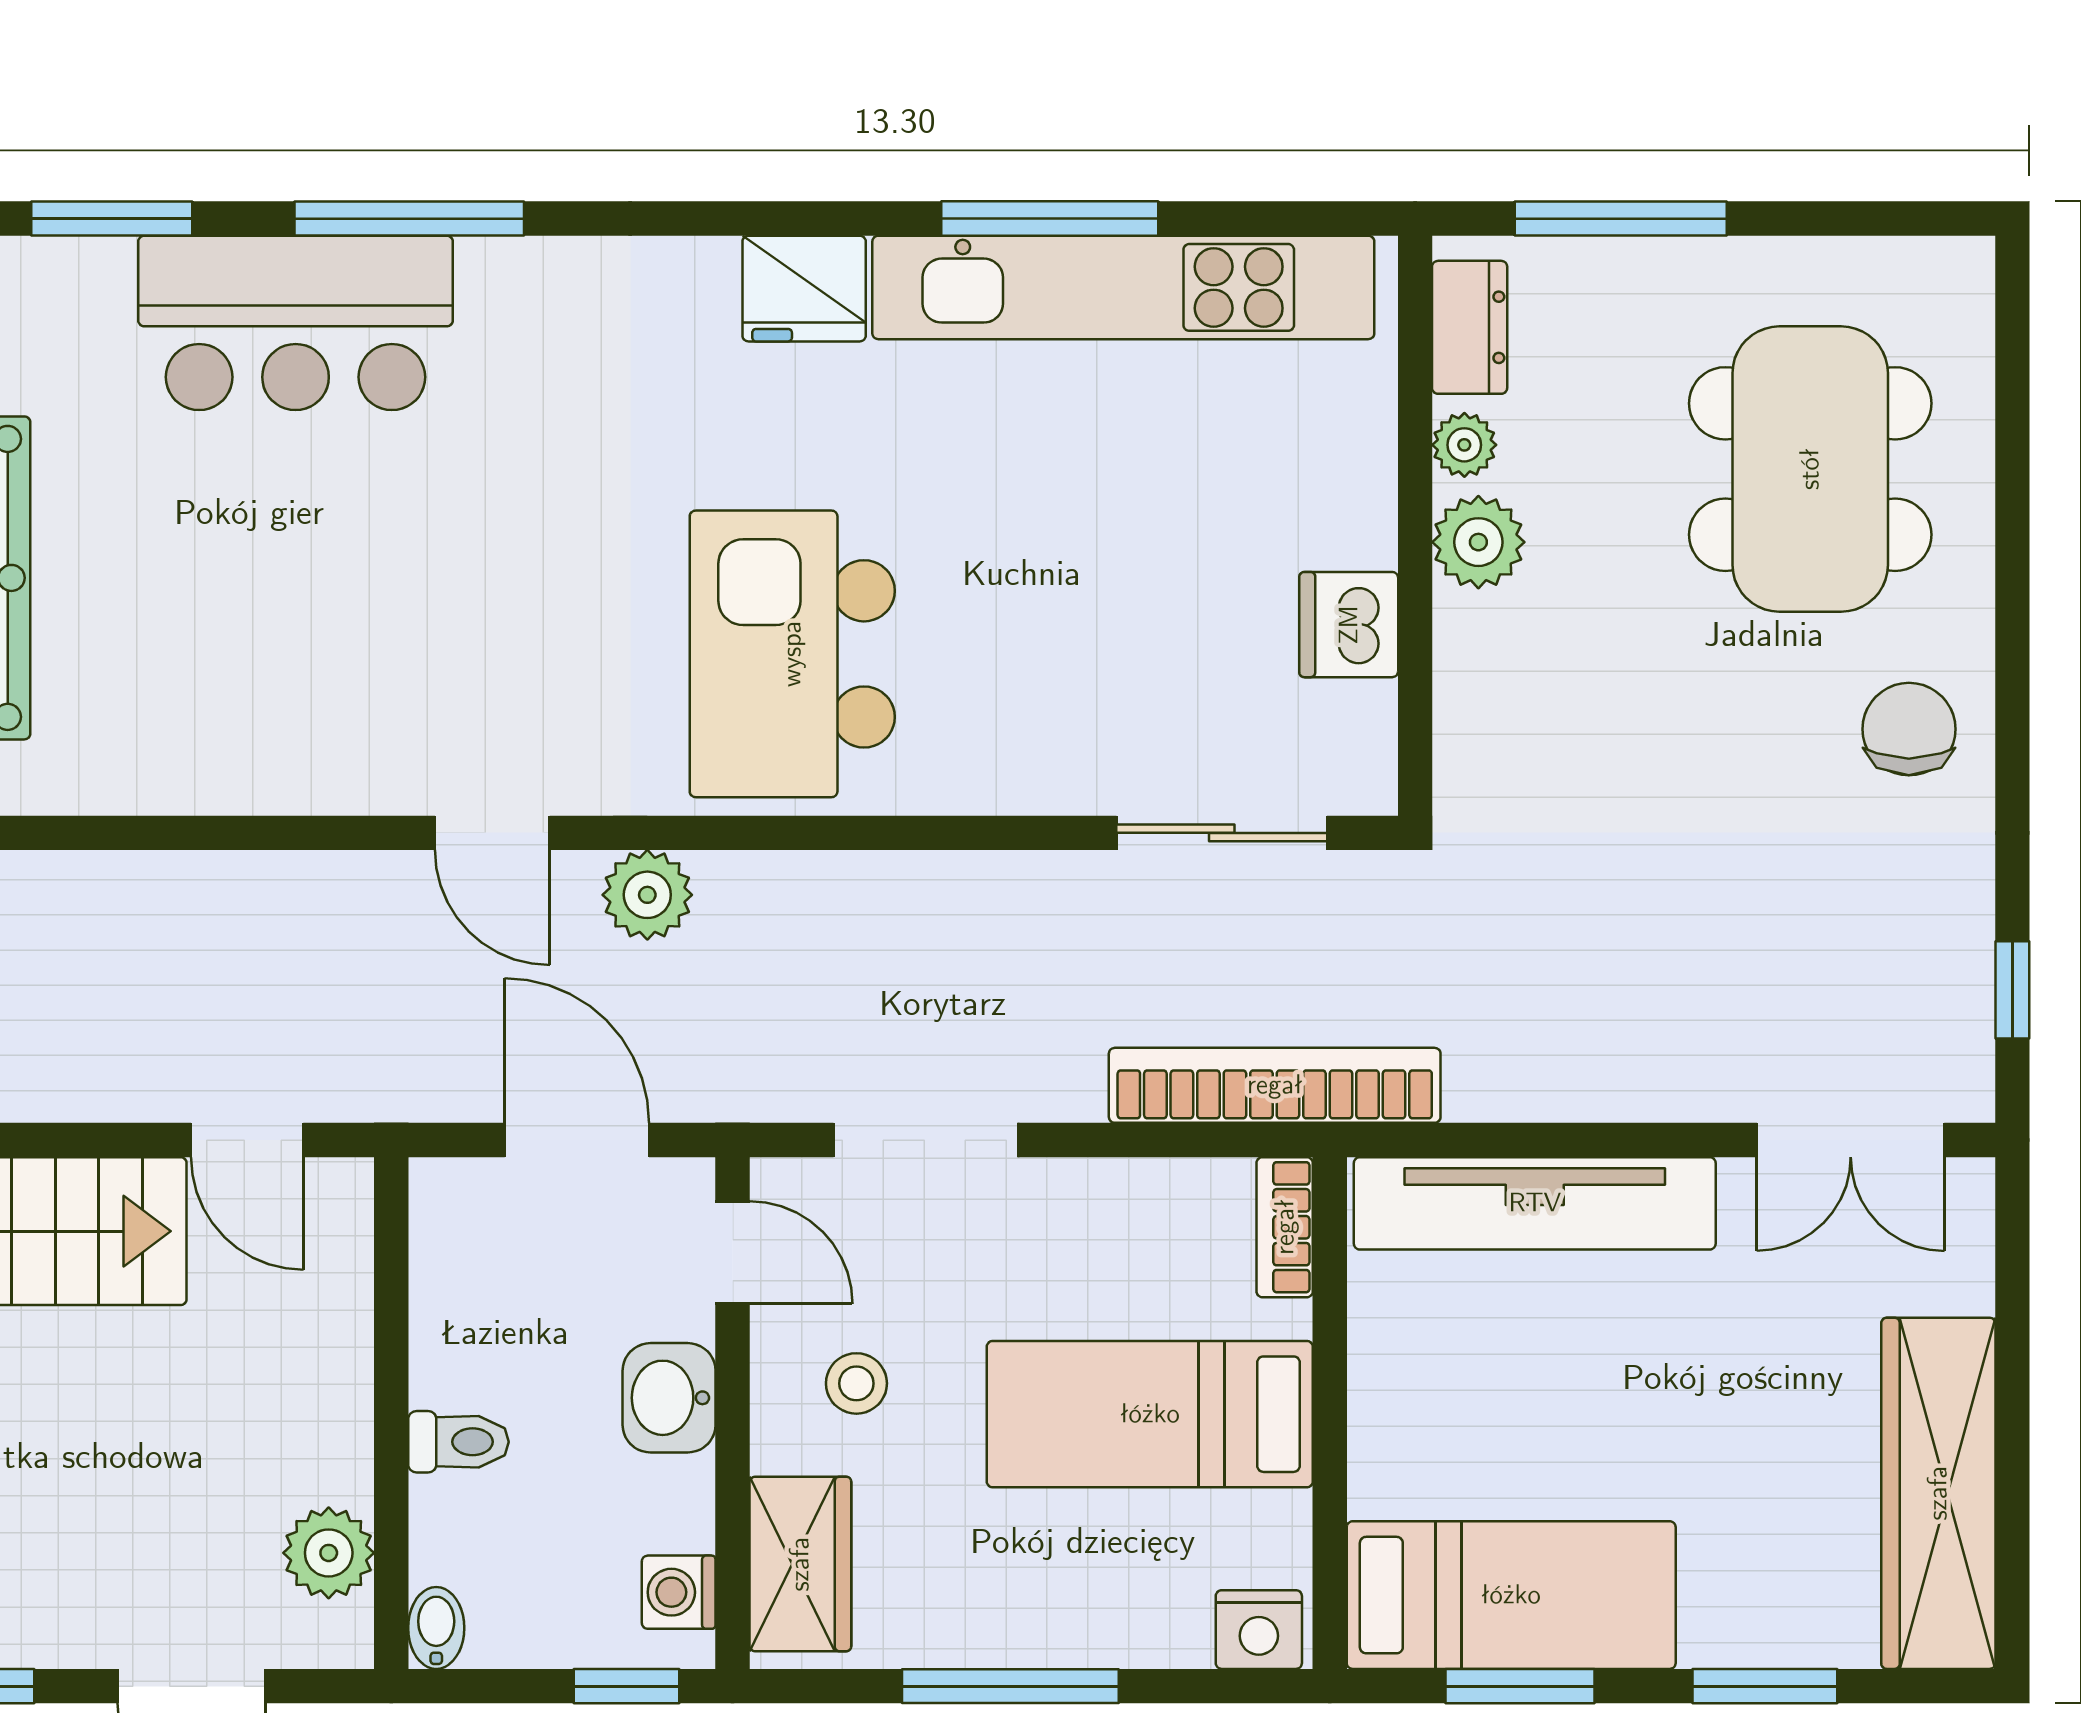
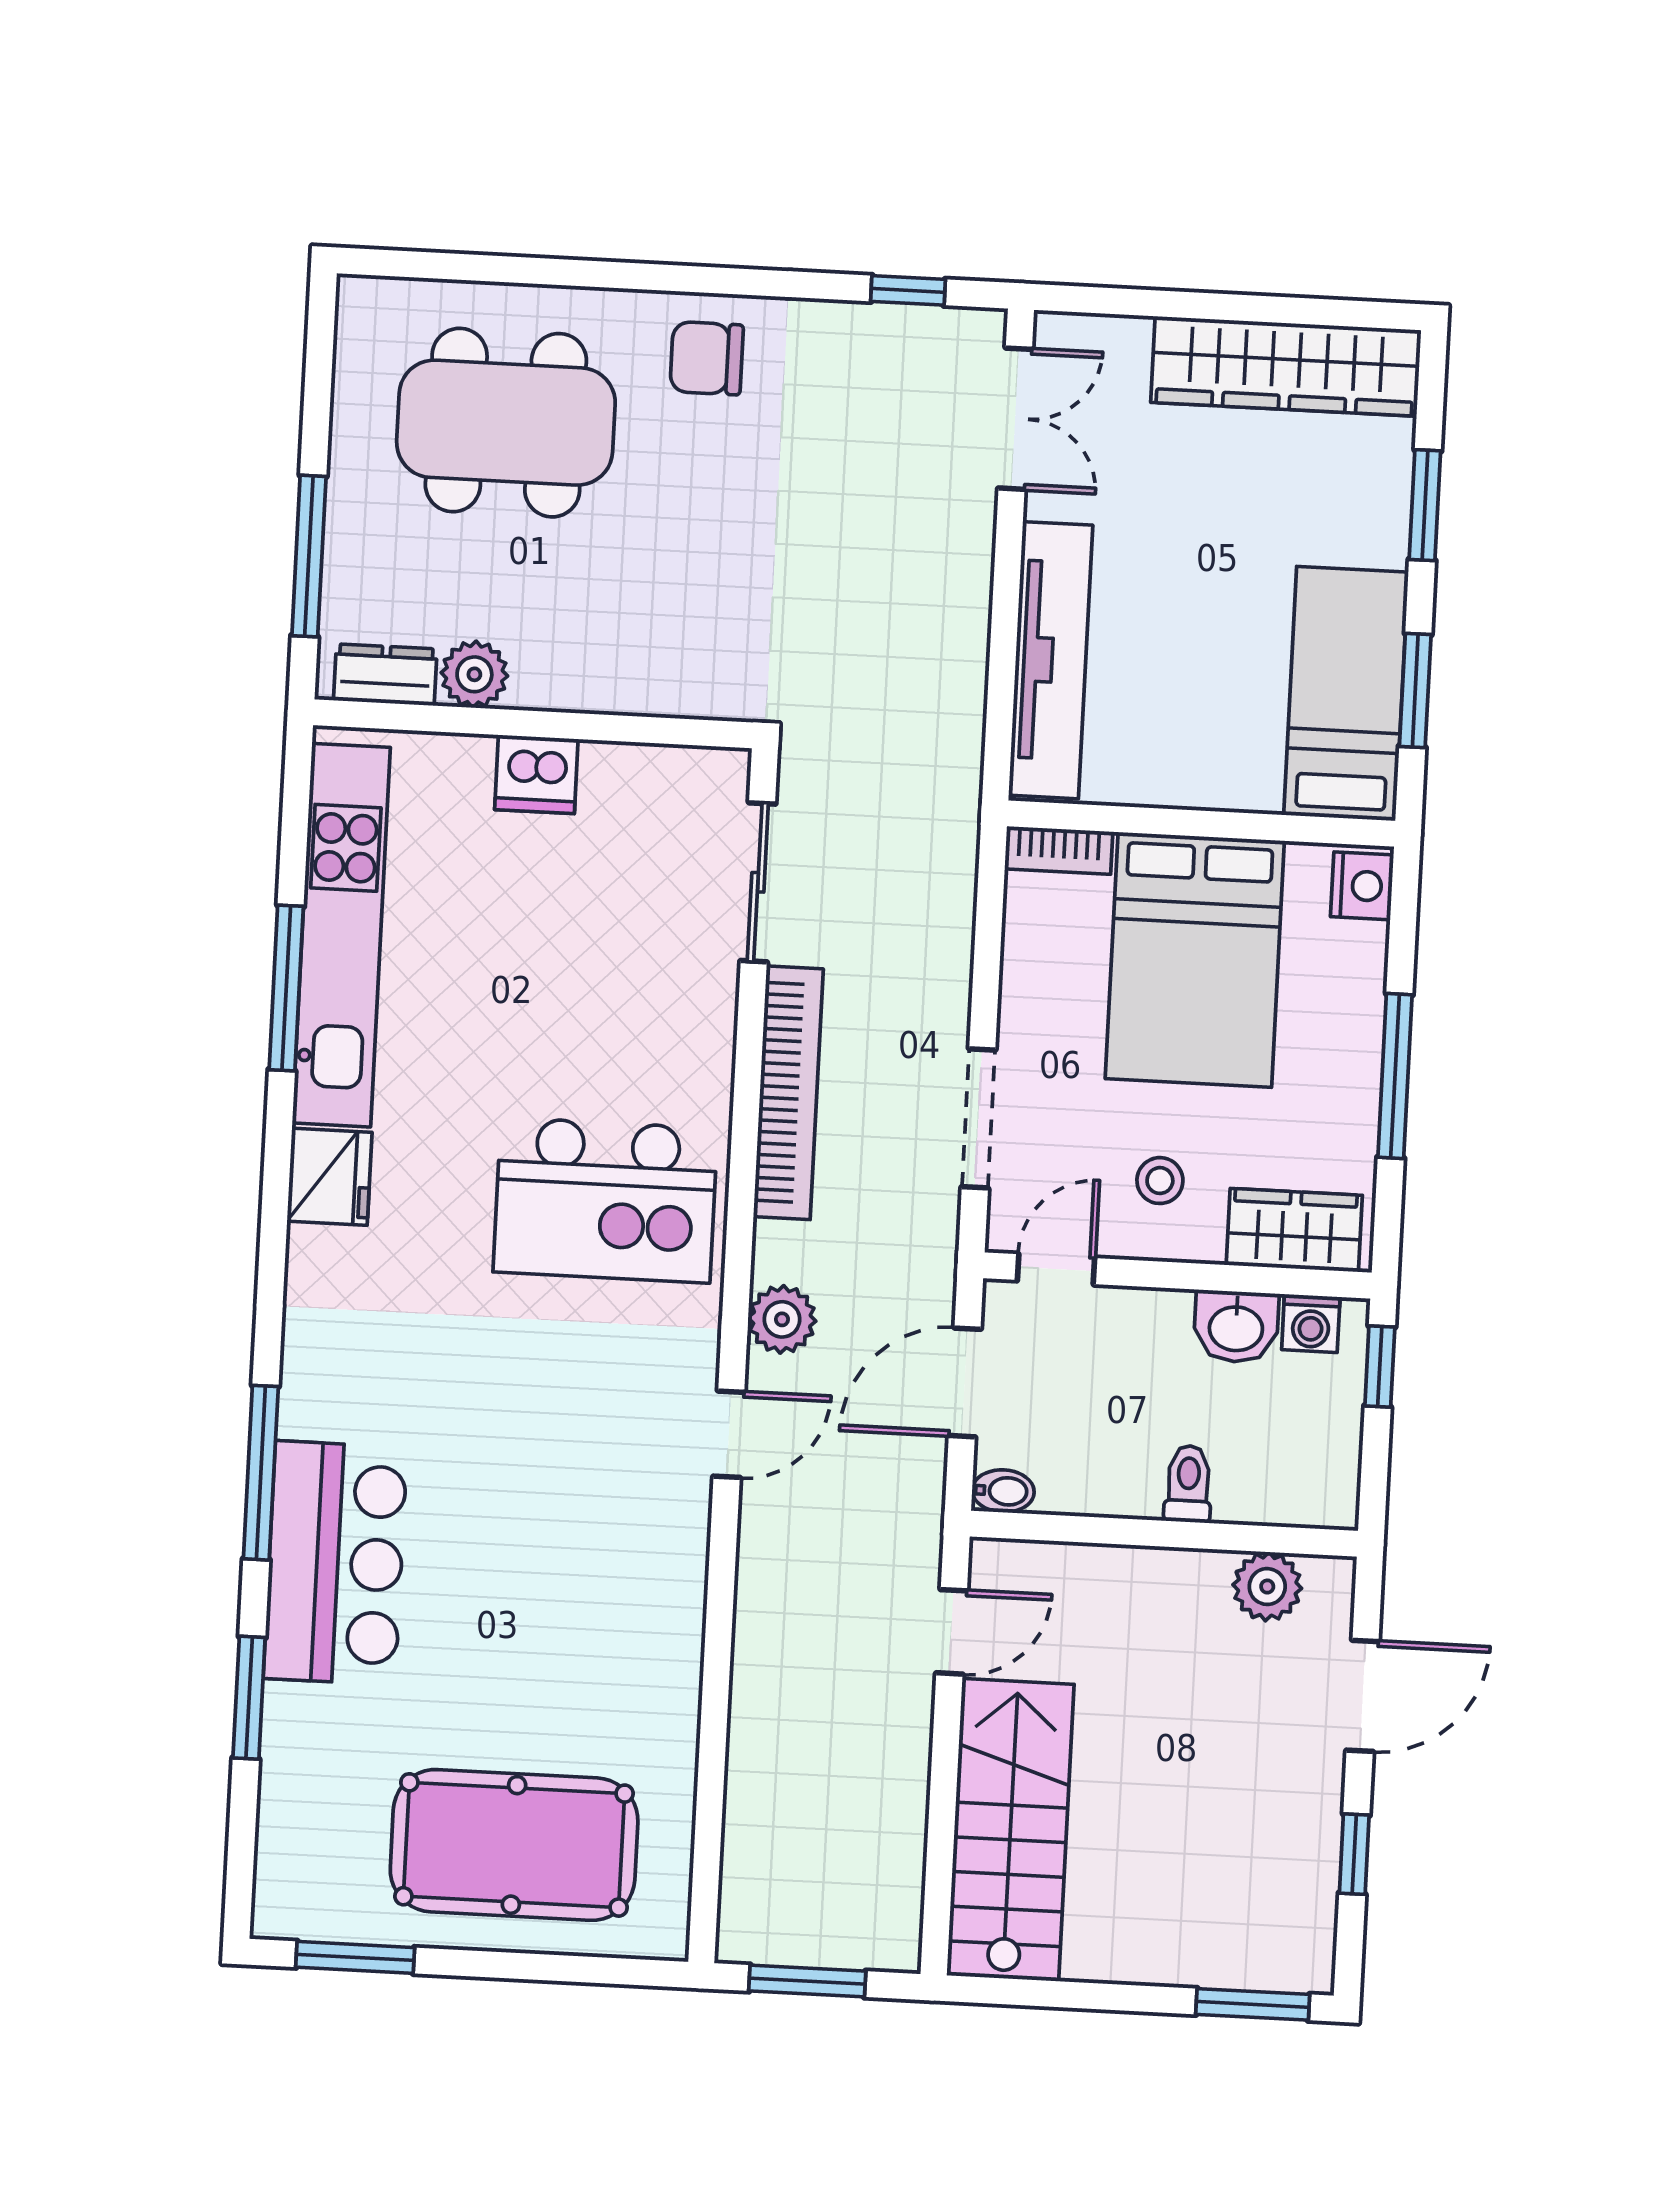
plant: (1464, 445) -> (474, 674), width x1.38, depth x1.38
plant: (1478, 542) -> (548, 677), removed
dishwasher: (1349, 625) -> (536, 774), moved
bookcase: (1275, 1085) -> (788, 1093), moved, turned 180
washbasin: (669, 1398) -> (1236, 1327), moved
bed: (1150, 1414) -> (1195, 960), width x1.50
bidet: (436, 1628) -> (1003, 1491), moved, turned 180

